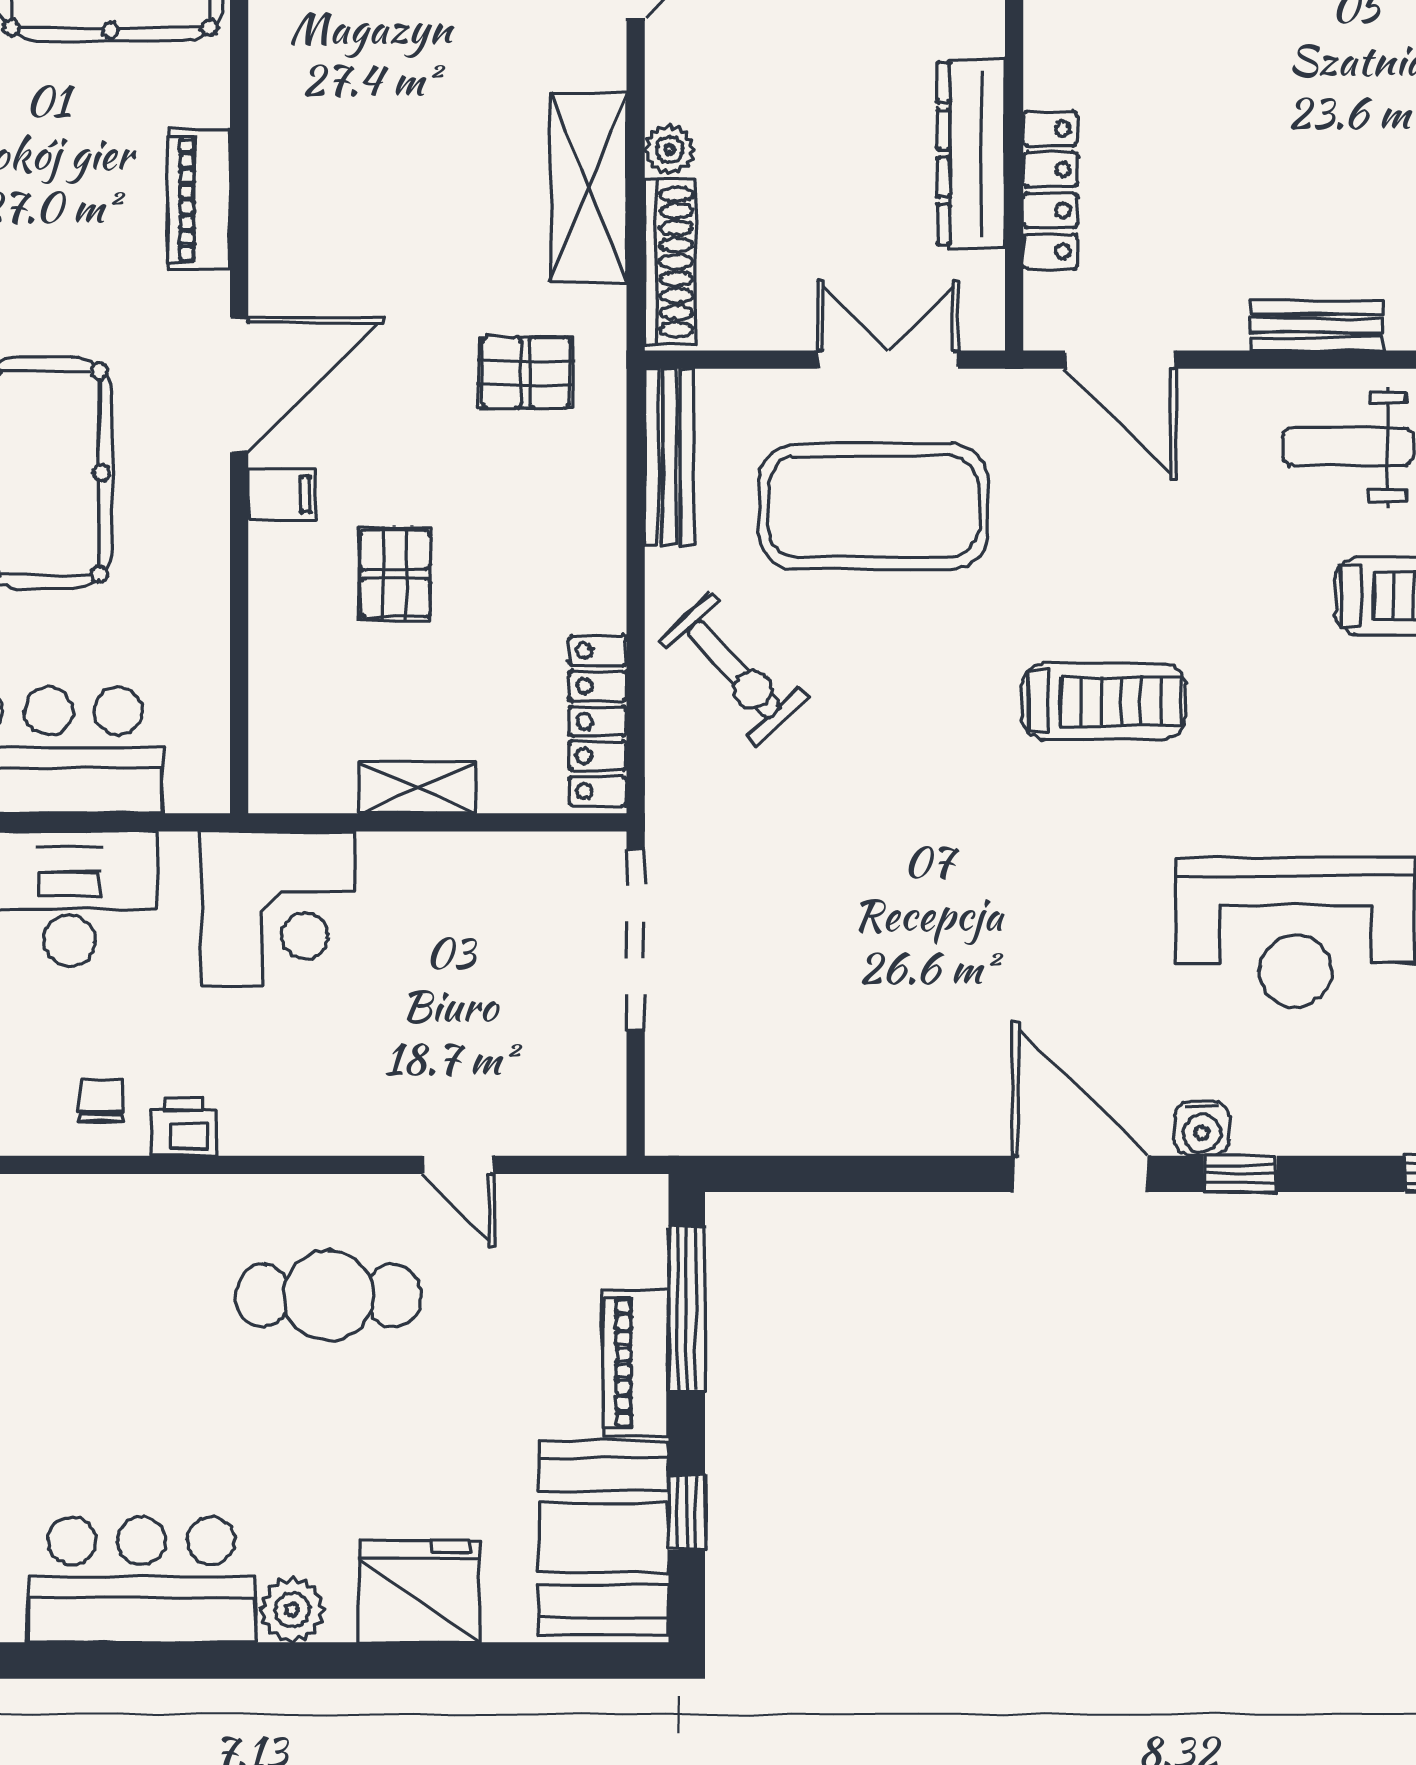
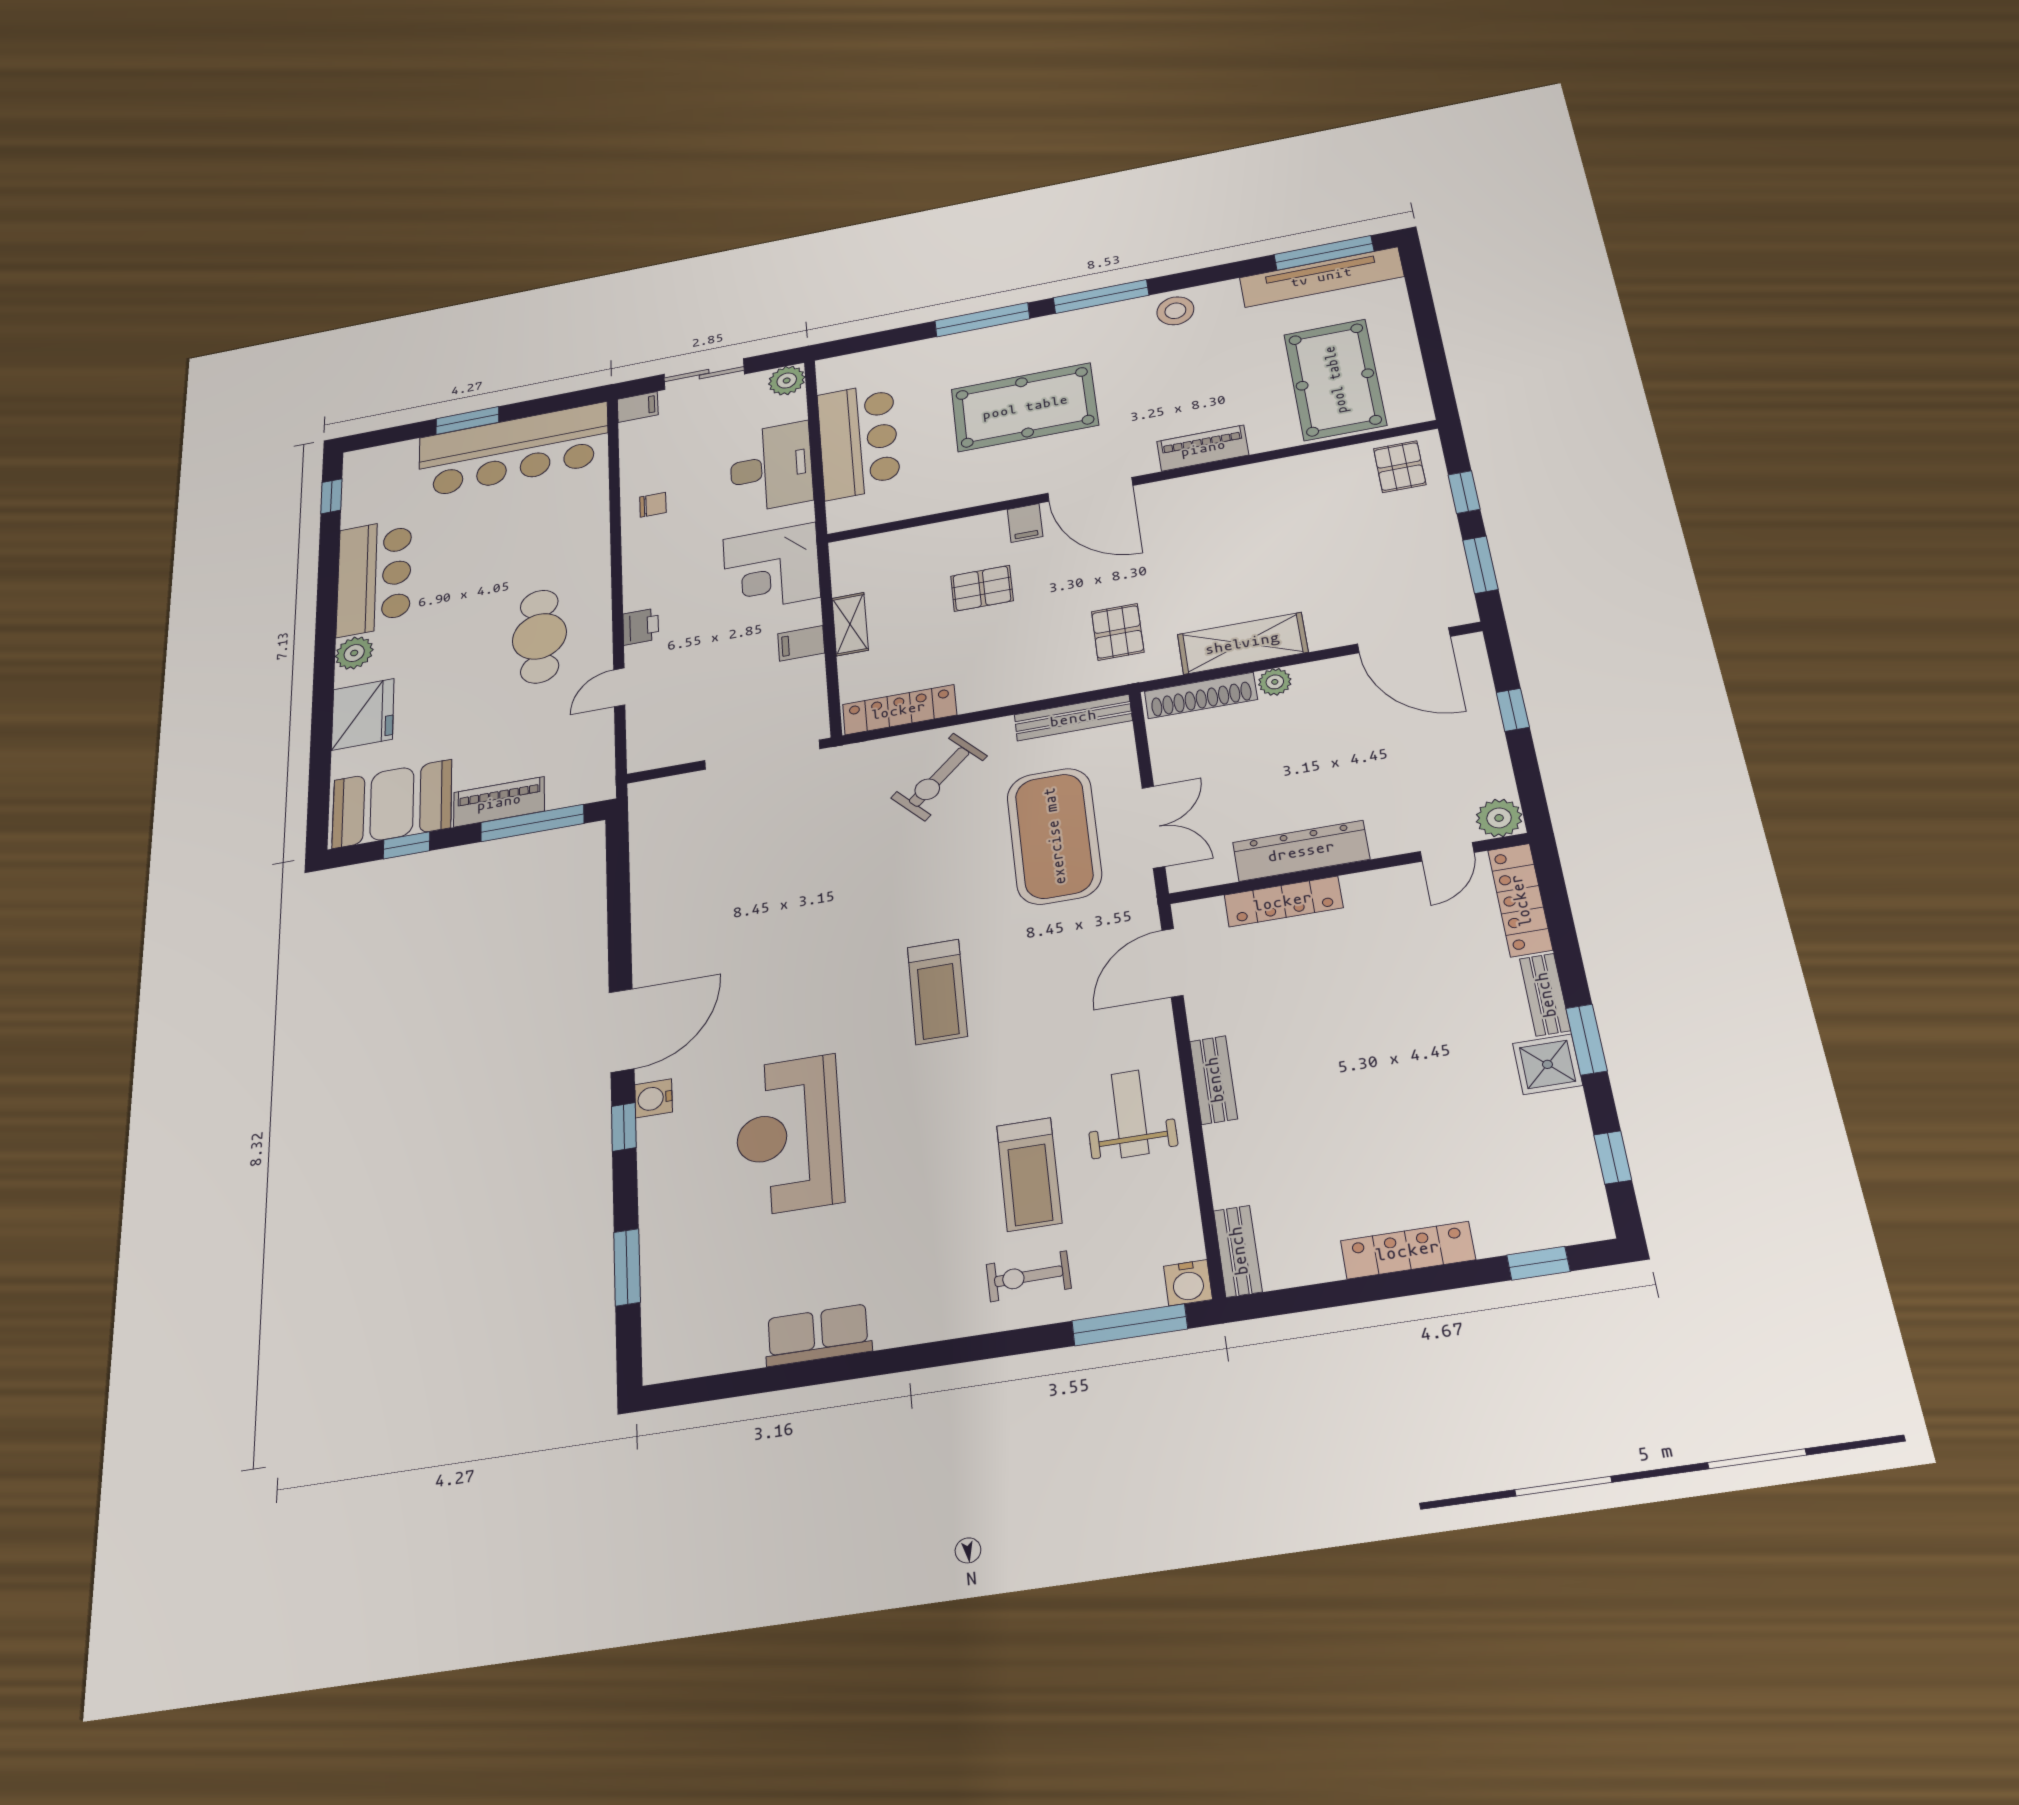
filing cabinet: (437, 868) -> (801, 643), added
printer: (184, 1127) -> (641, 626), moved

